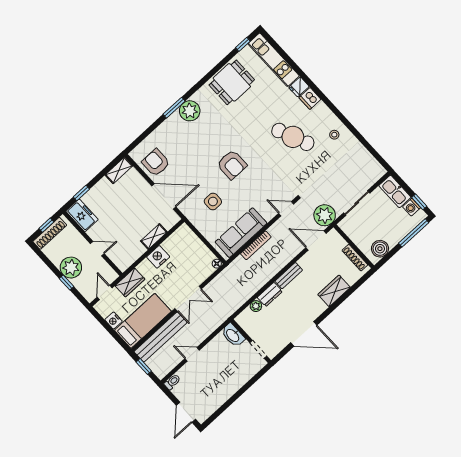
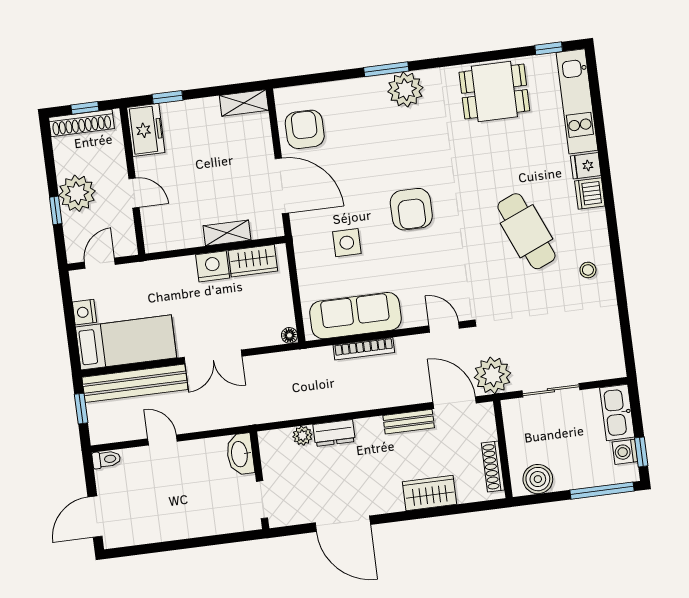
bench: (289, 276) -> (409, 422), moved
wardrobe: (130, 282) -> (253, 261), moved

